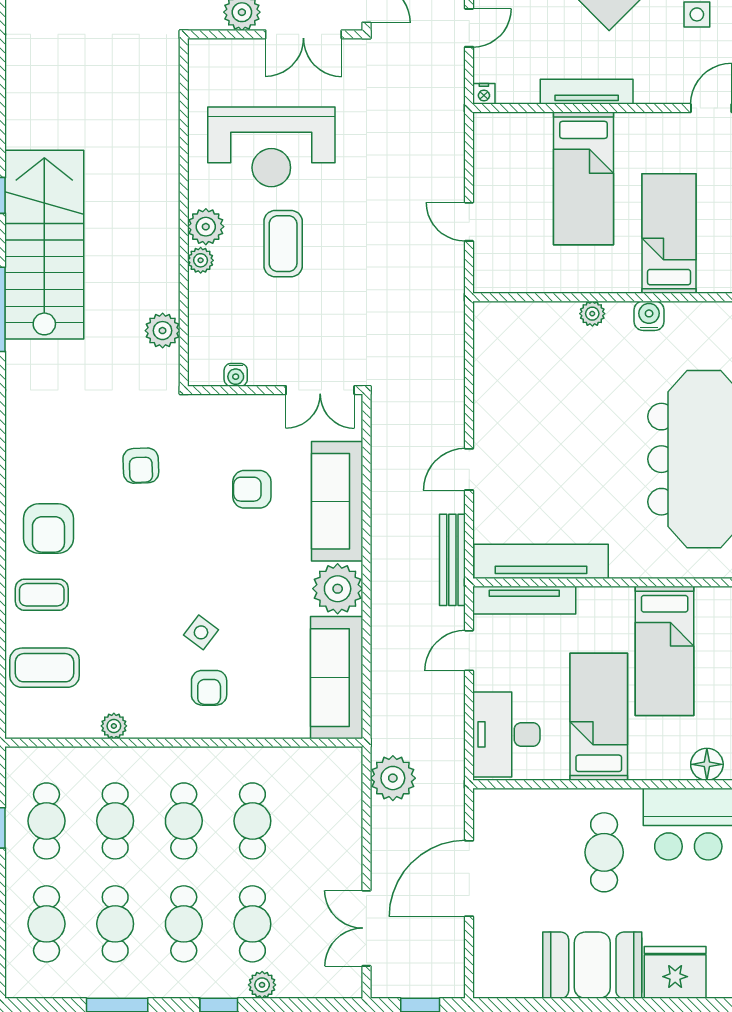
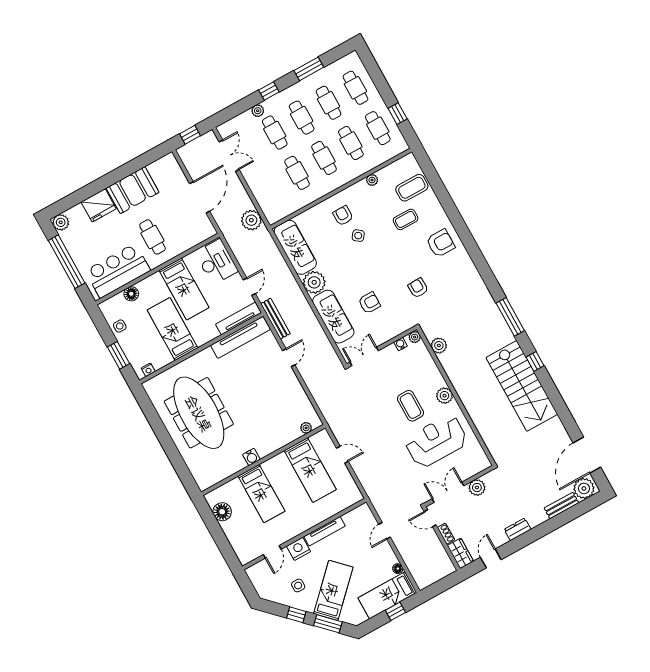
nightstand: (484, 94) -> (299, 549), moved, width x1.89, depth x1.79
bed: (584, 178) -> (310, 470), moved, turned 180
stairs: (44, 245) -> (522, 386), moved
plant: (201, 260) -> (415, 337), moved
plant: (592, 314) -> (306, 428), moved
armchair: (48, 529) -> (441, 243), turned 90
coffee table: (42, 595) -> (406, 219), moved

